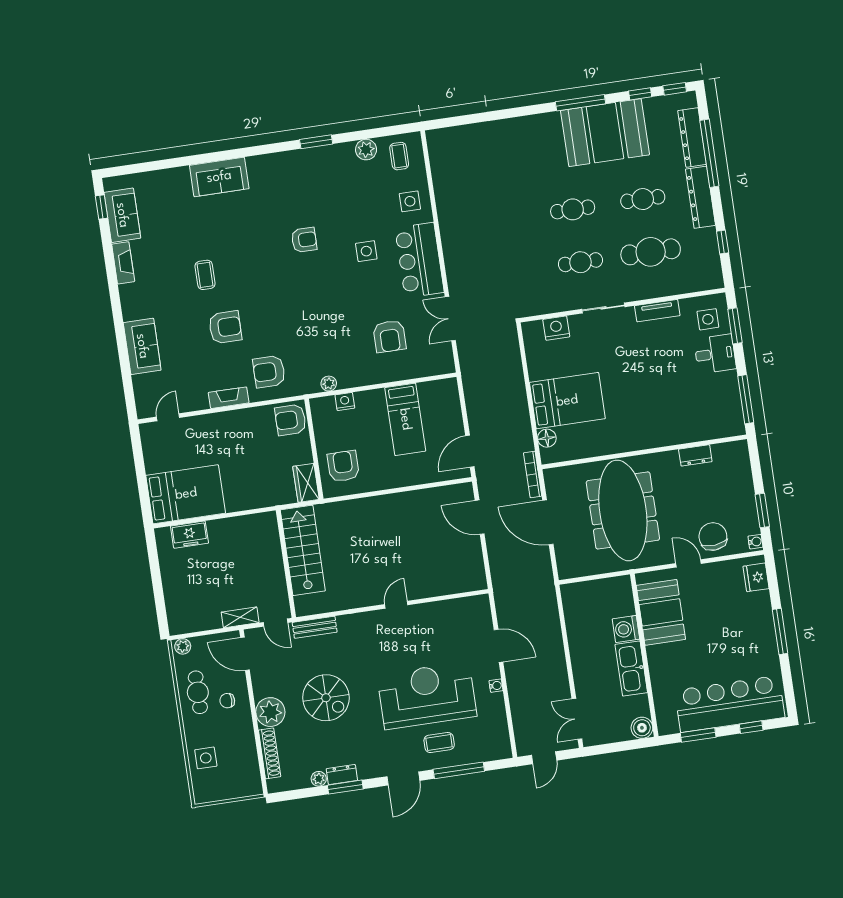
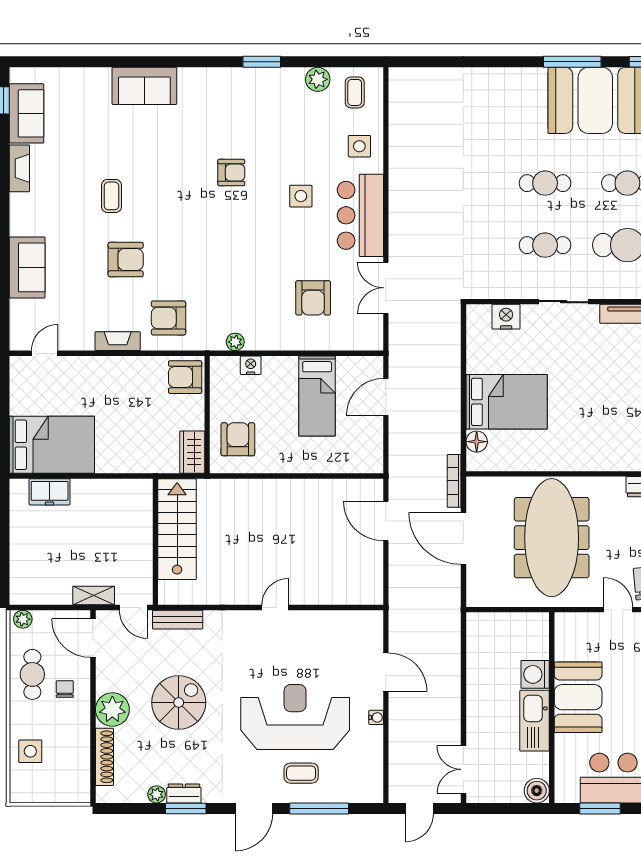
door: (470, 451) -> (386, 397), moved
booth: (661, 612) -> (578, 697), moved
spiral stairs: (326, 698) -> (179, 702), turned -90
chair: (227, 701) -> (65, 689), turned 90

